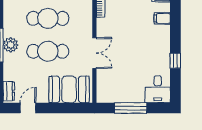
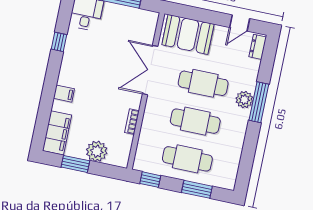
double door: (94, 53) -> (150, 70), width x1.37

